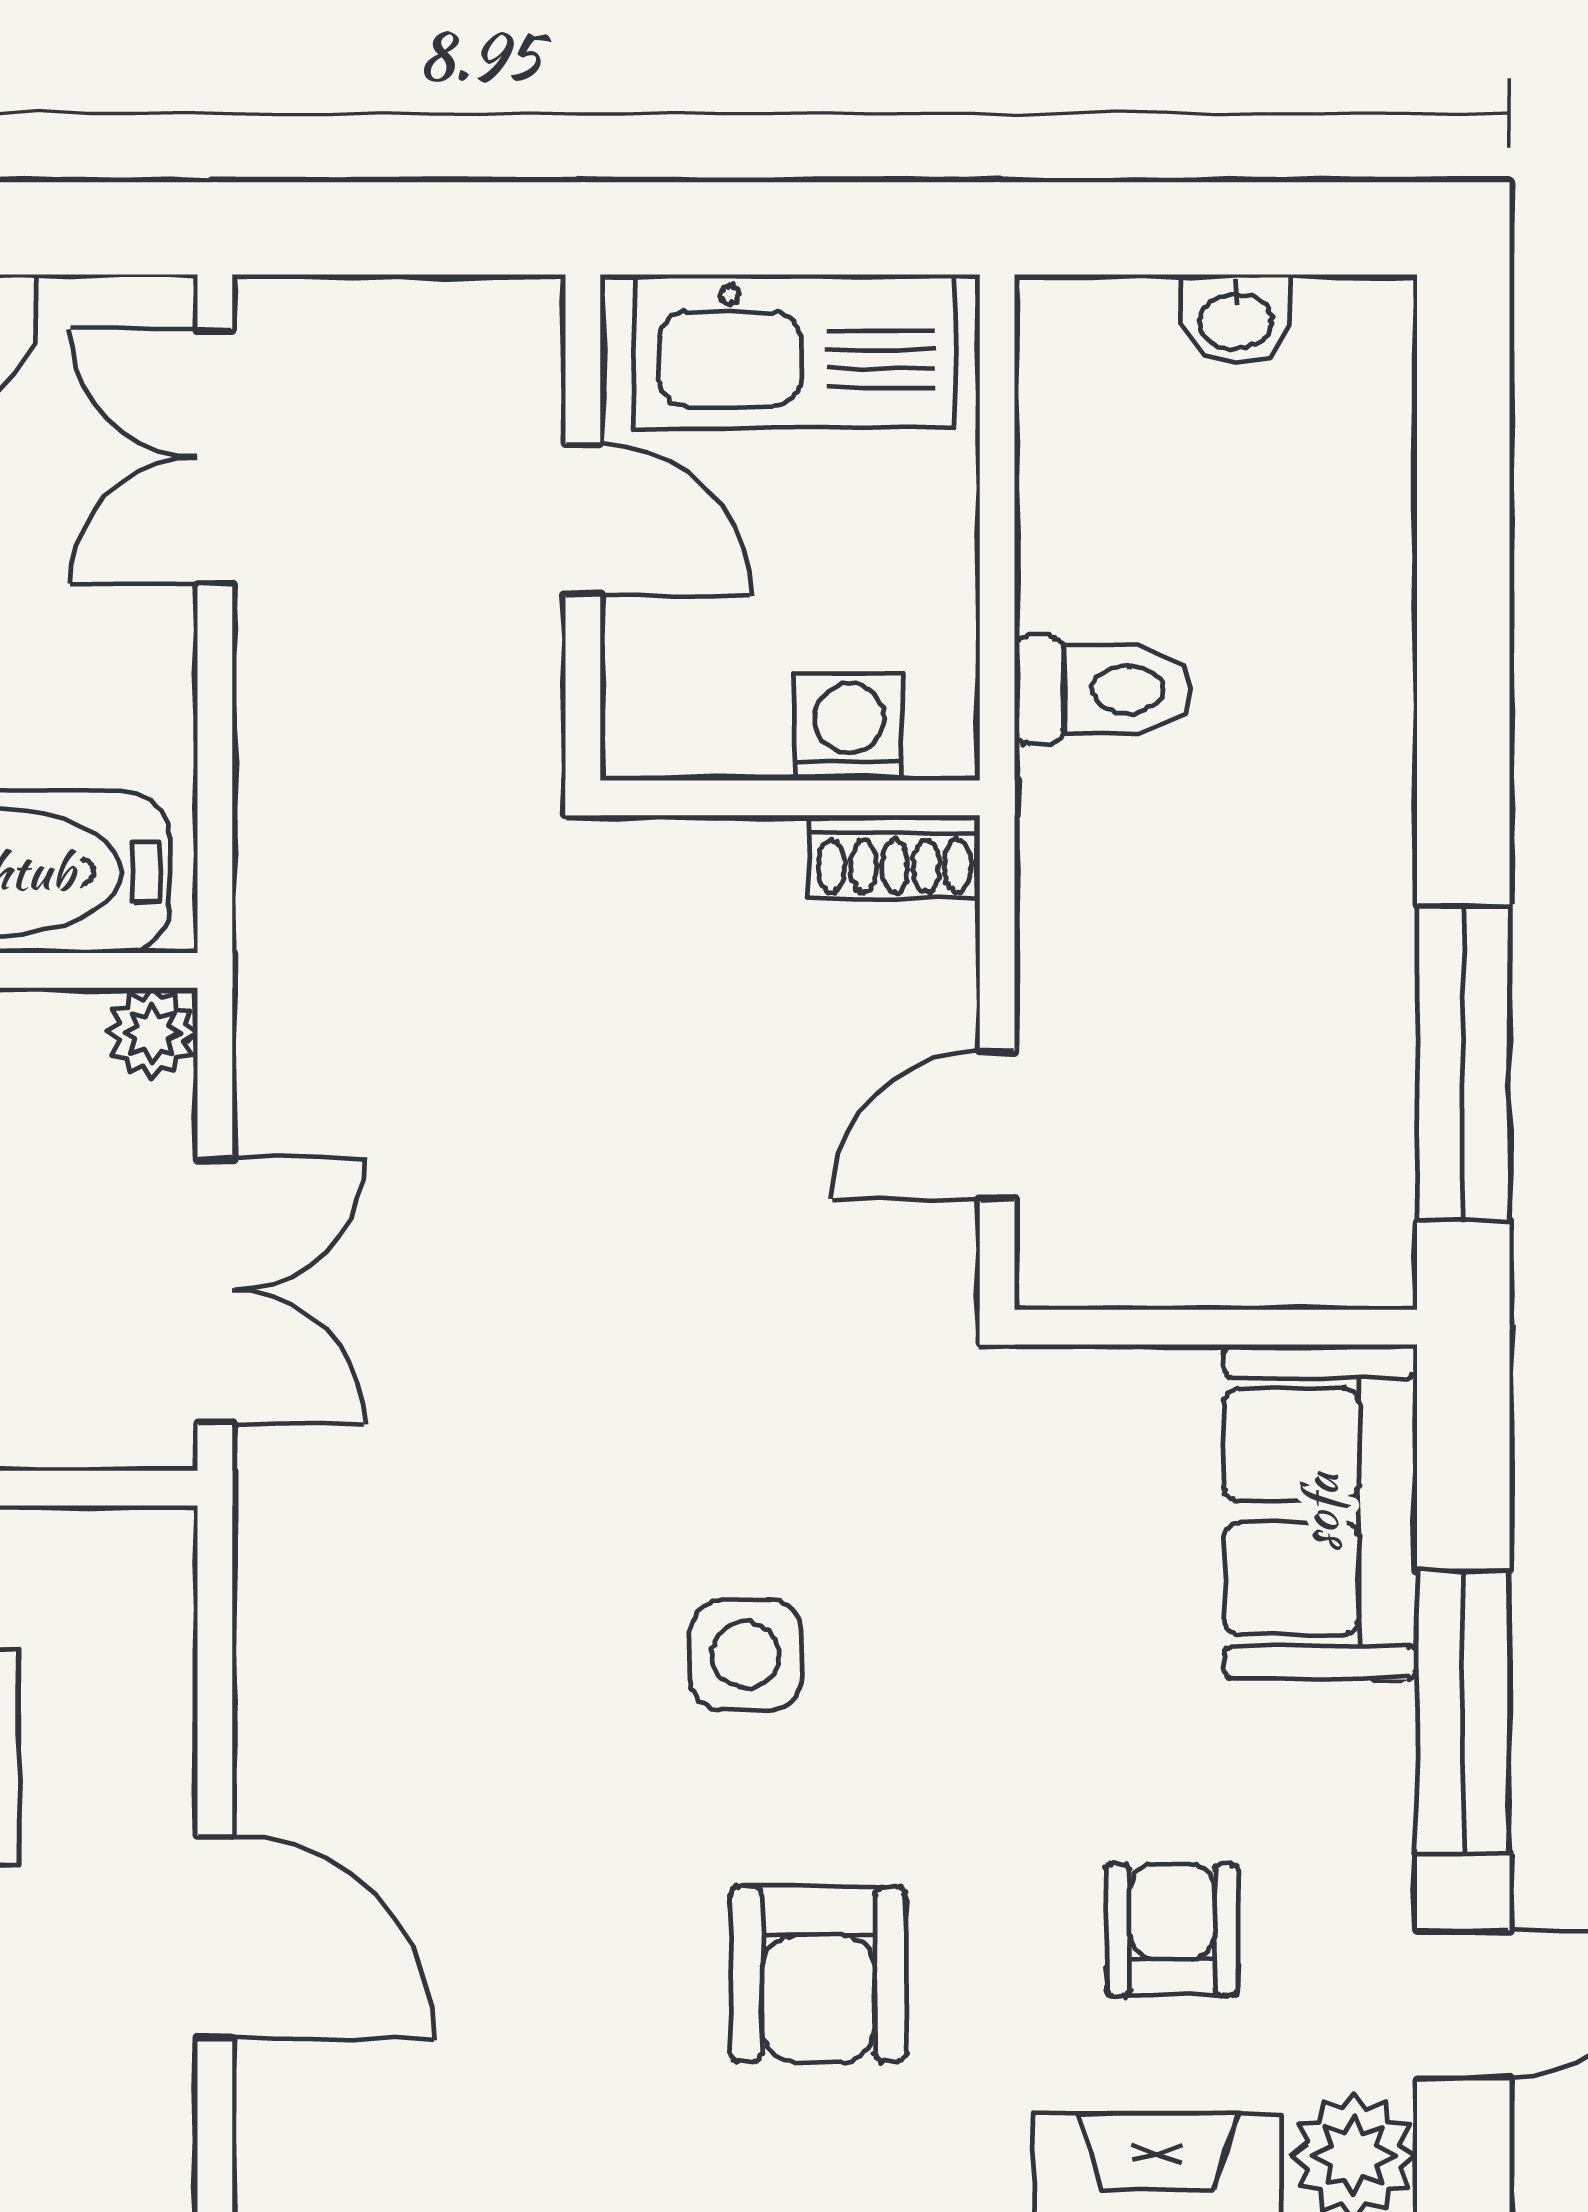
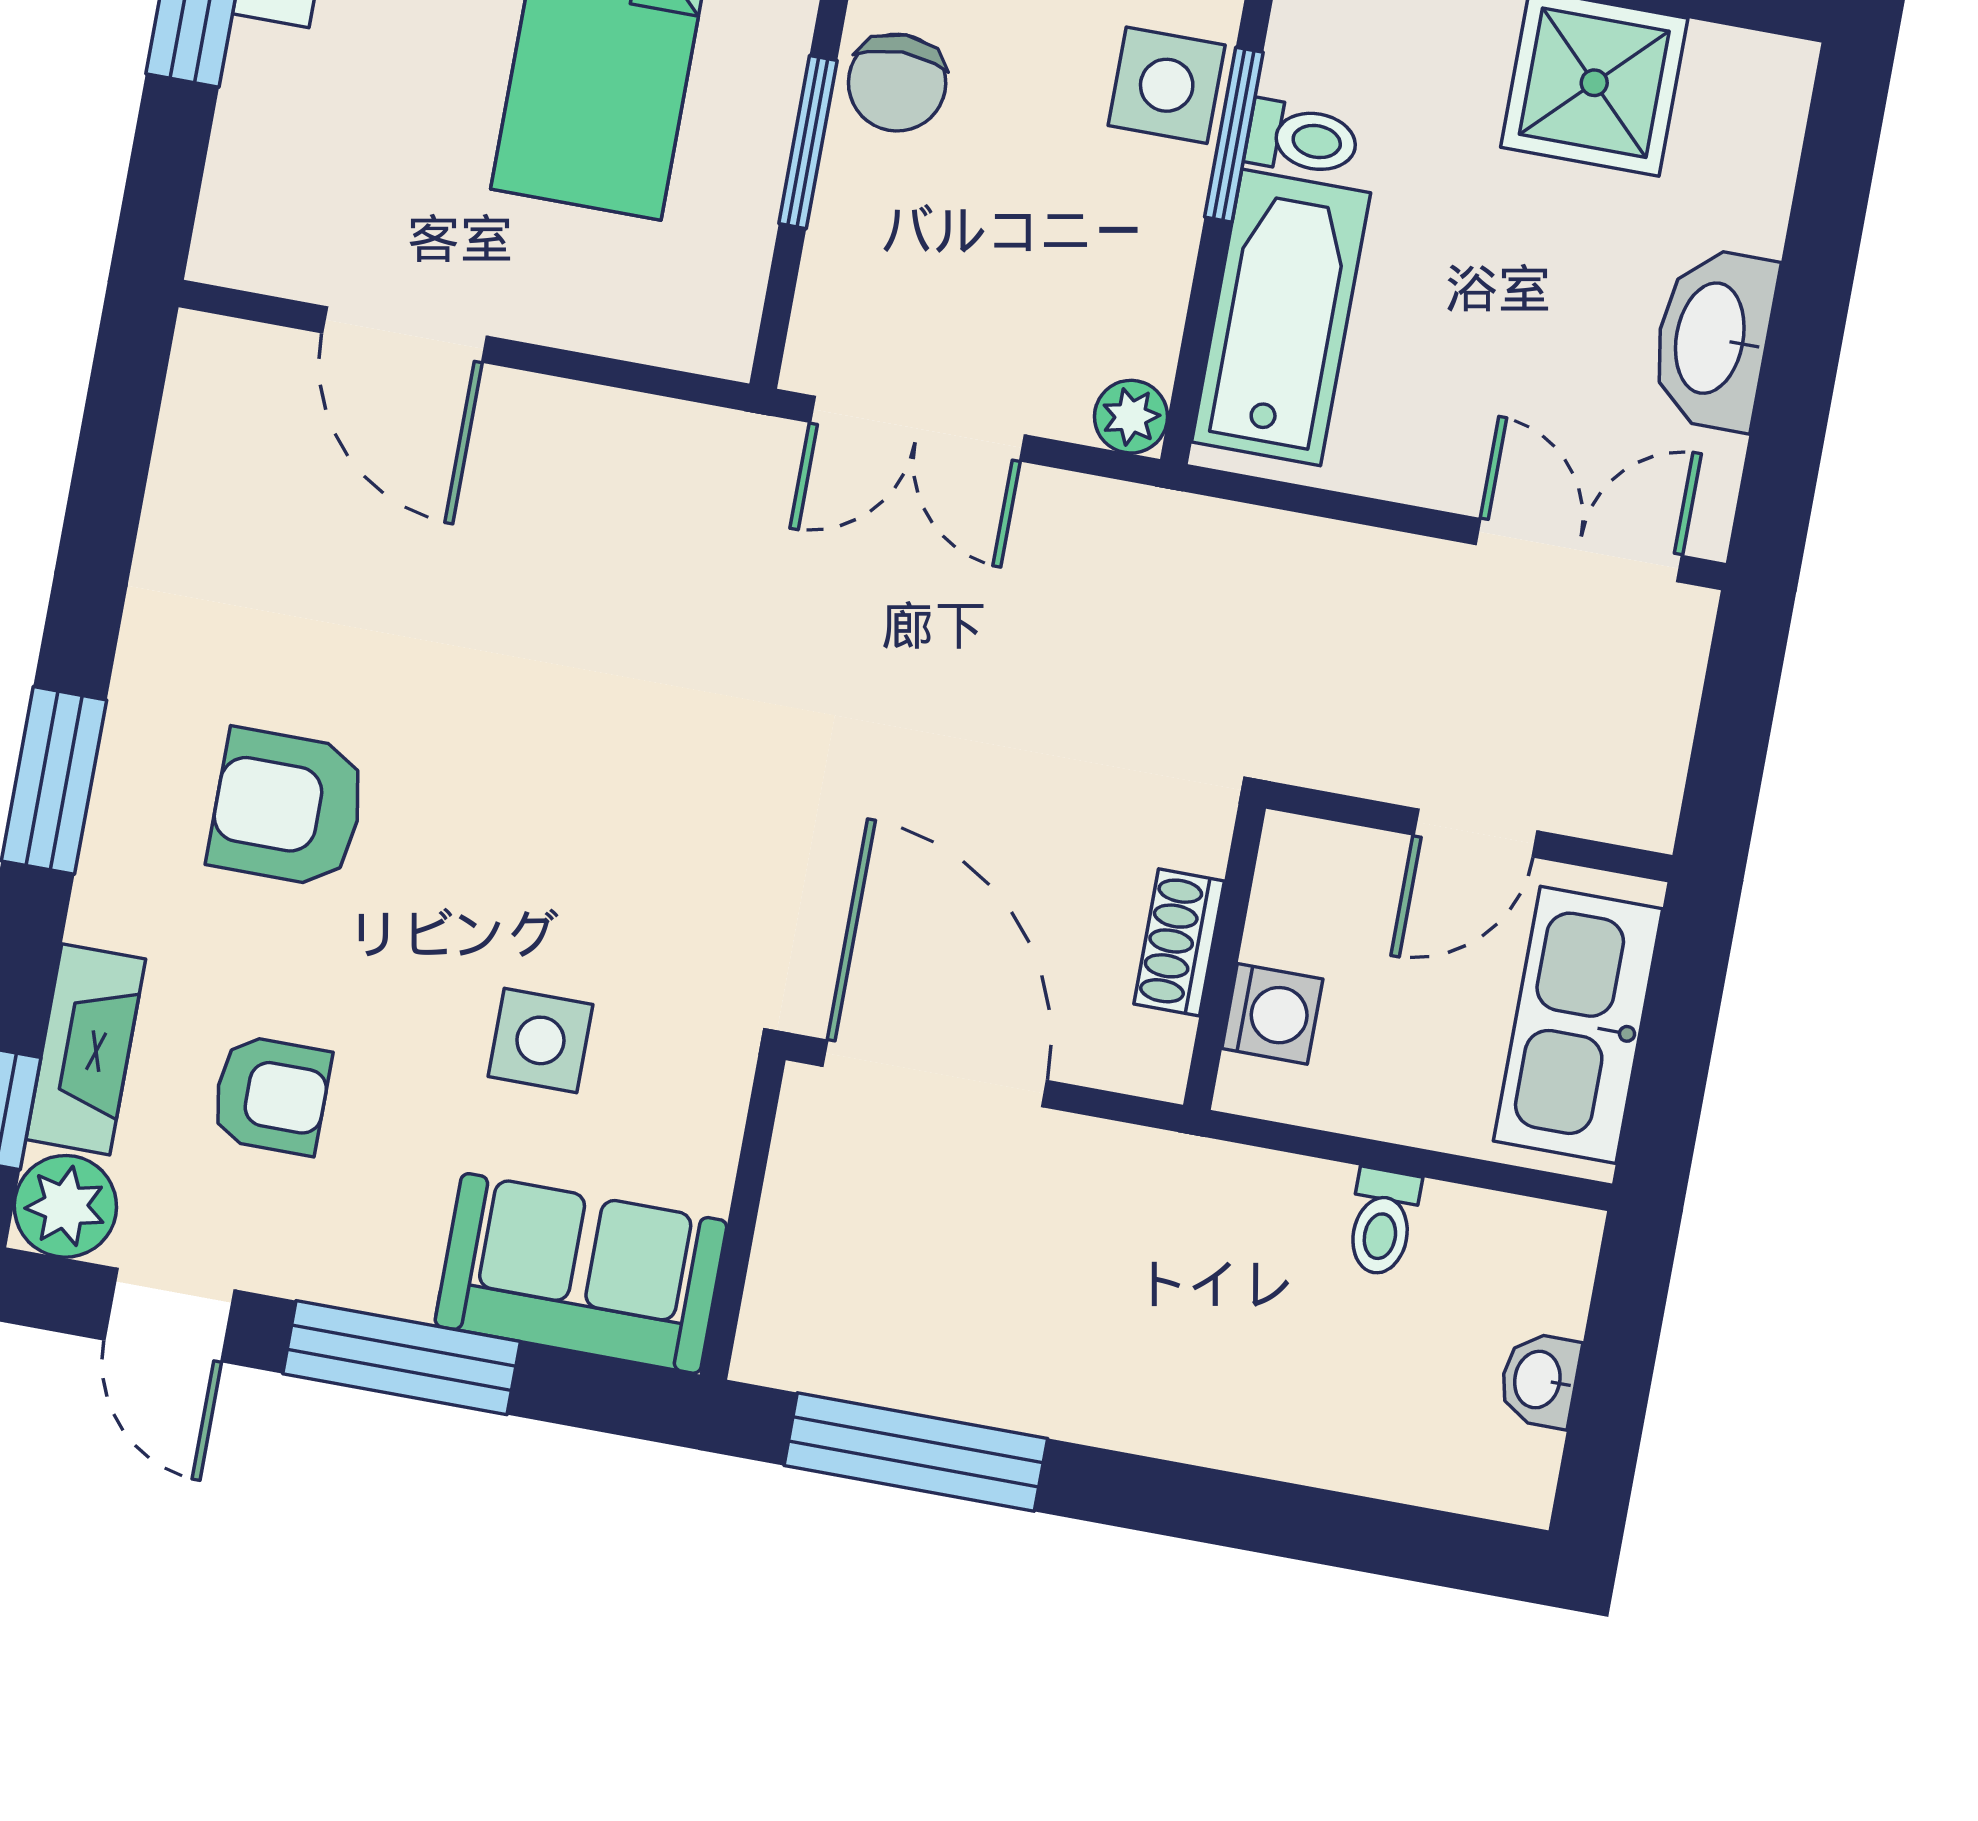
toilet: (1103, 690) -> (1382, 1222), moved, width x0.73, depth x0.72
shoe rack: (895, 857) -> (1179, 942), moved
door: (997, 1125) -> (935, 1073), width x1.87
side table: (746, 1655) -> (540, 1040), moved
door: (215, 1937) -> (404, 334), hinge flipped

